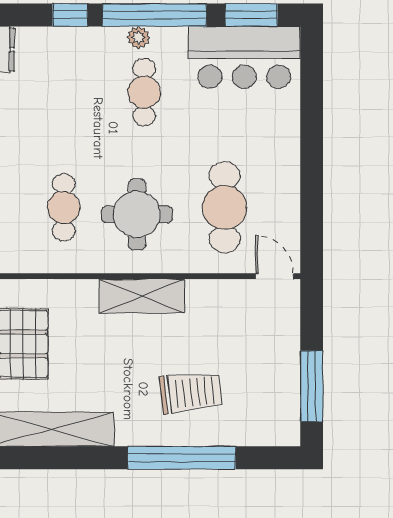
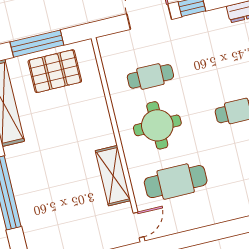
shelving: (142, 296) -> (113, 176), moved
trolley: (191, 392) -> (49, 188), removed

